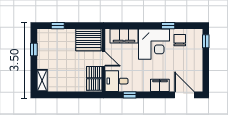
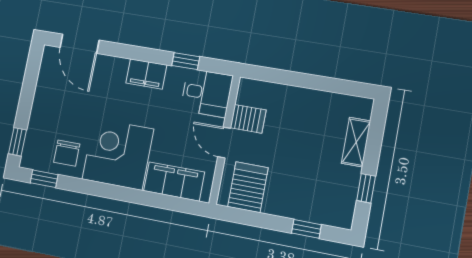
window: (168, 26) -> (44, 179), moved
server rack: (88, 40) -> (248, 187), width x0.62
shelving: (42, 80) -> (356, 142), moved
server rack: (94, 85) -> (253, 94), removed
filing cabinet: (160, 85) -> (146, 74), moved

